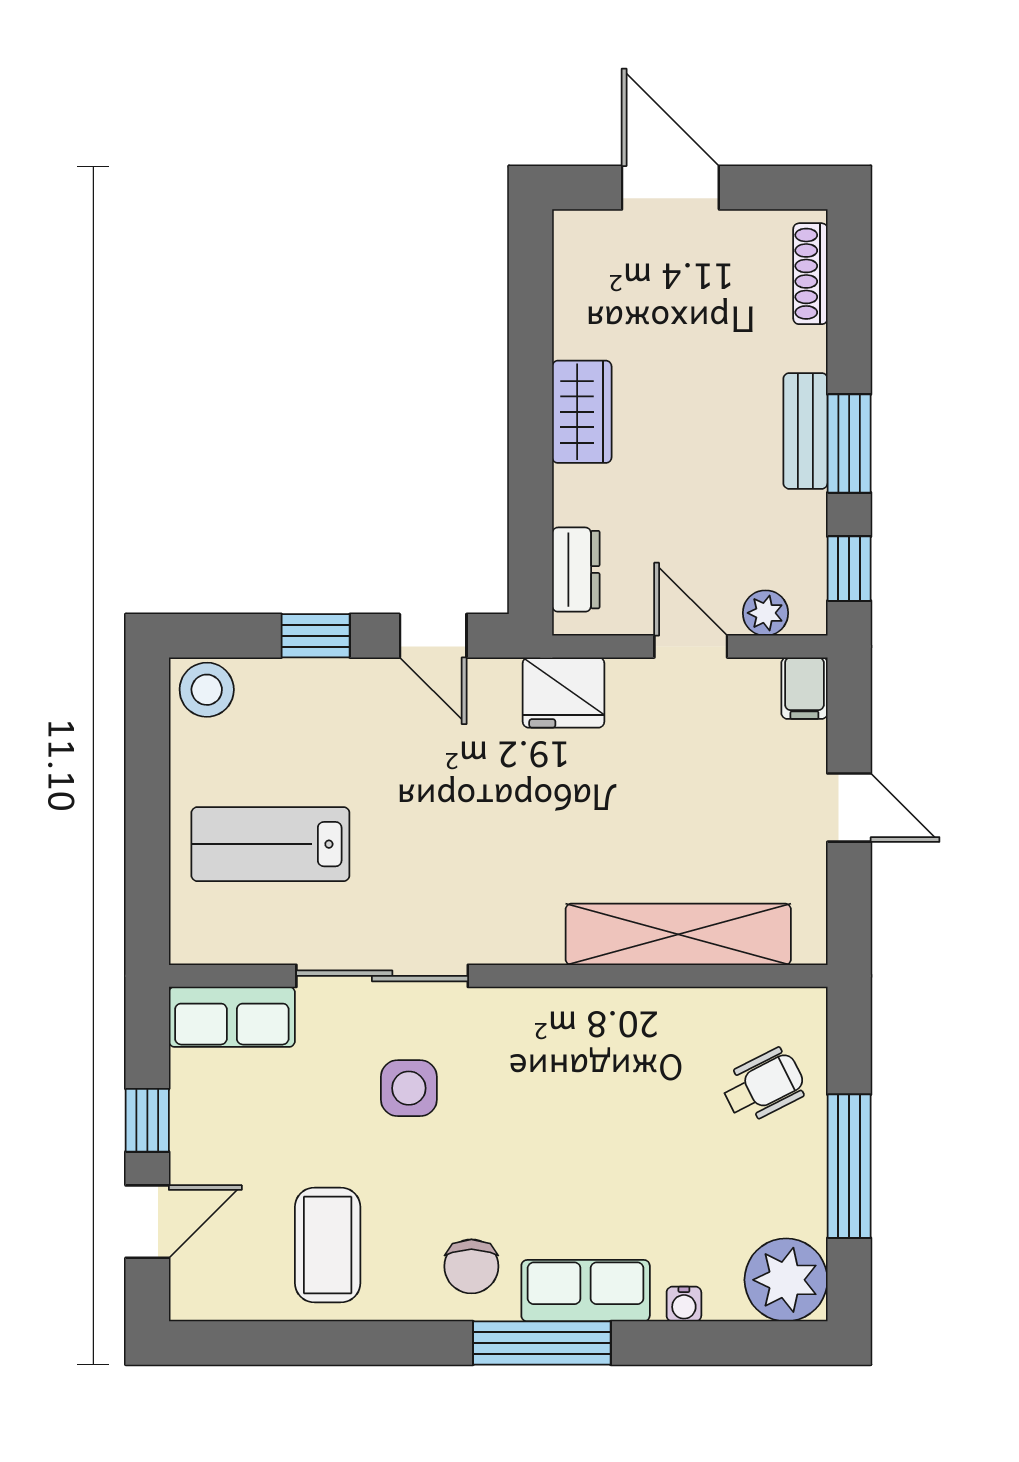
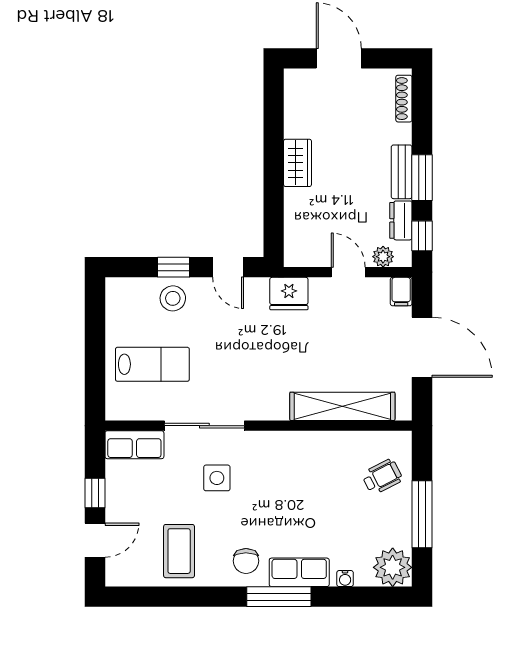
dresser: (576, 570) -> (401, 220), moved, turned 180
stool: (207, 690) -> (173, 298), moved
door: (849, 808) -> (422, 347), width x1.88
lab bench: (270, 844) -> (152, 364), turned 180

